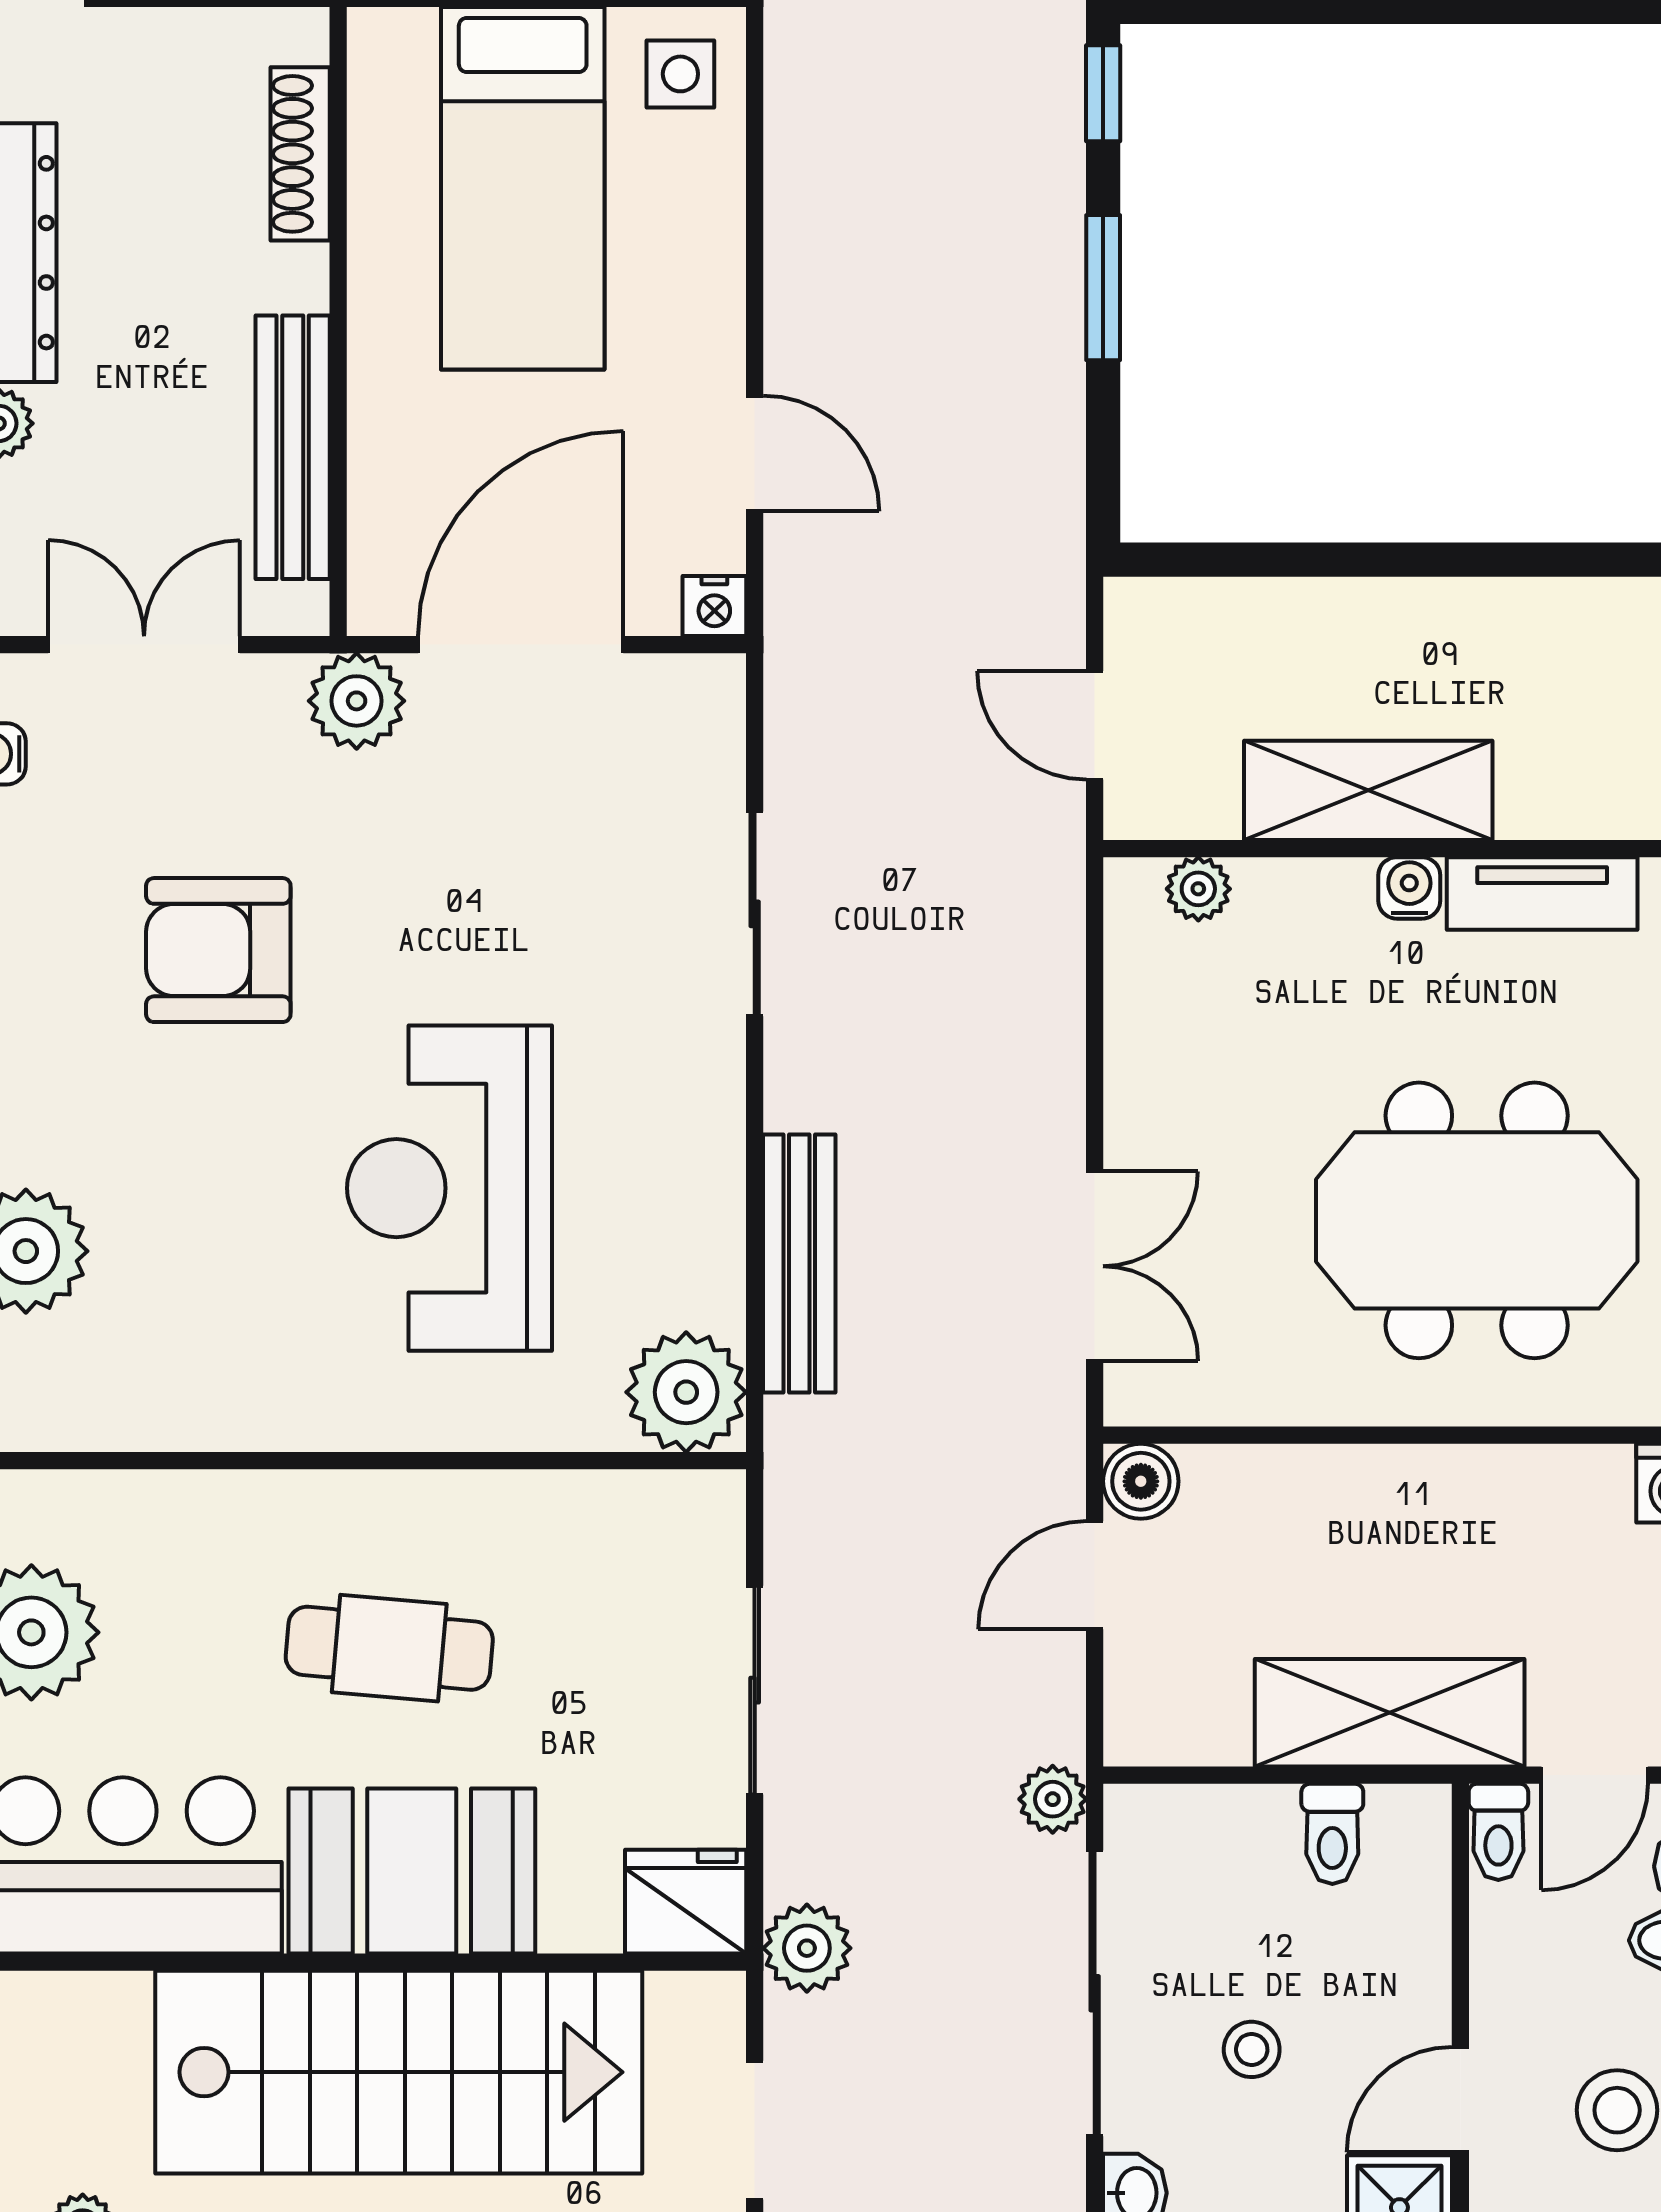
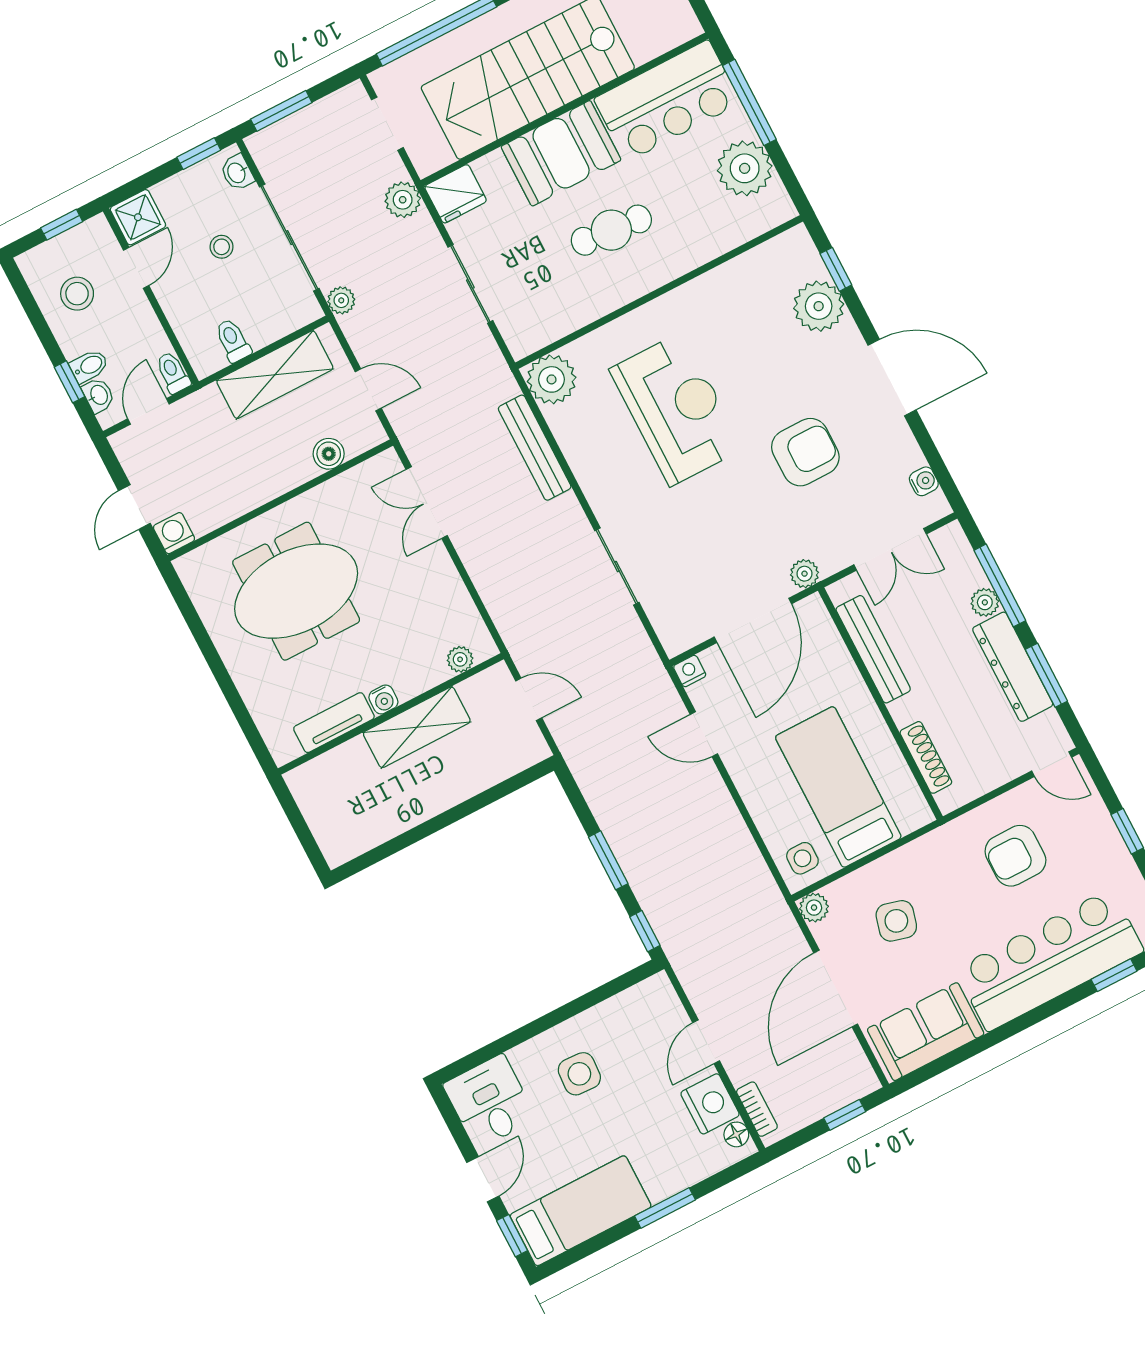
plant: (357, 701) -> (805, 574), width x0.73, depth x0.73
boiler: (1141, 1481) -> (329, 454), moved
door: (1095, 1575) -> (368, 390), hinge flipped
shelving: (1390, 1713) -> (275, 375), moved

